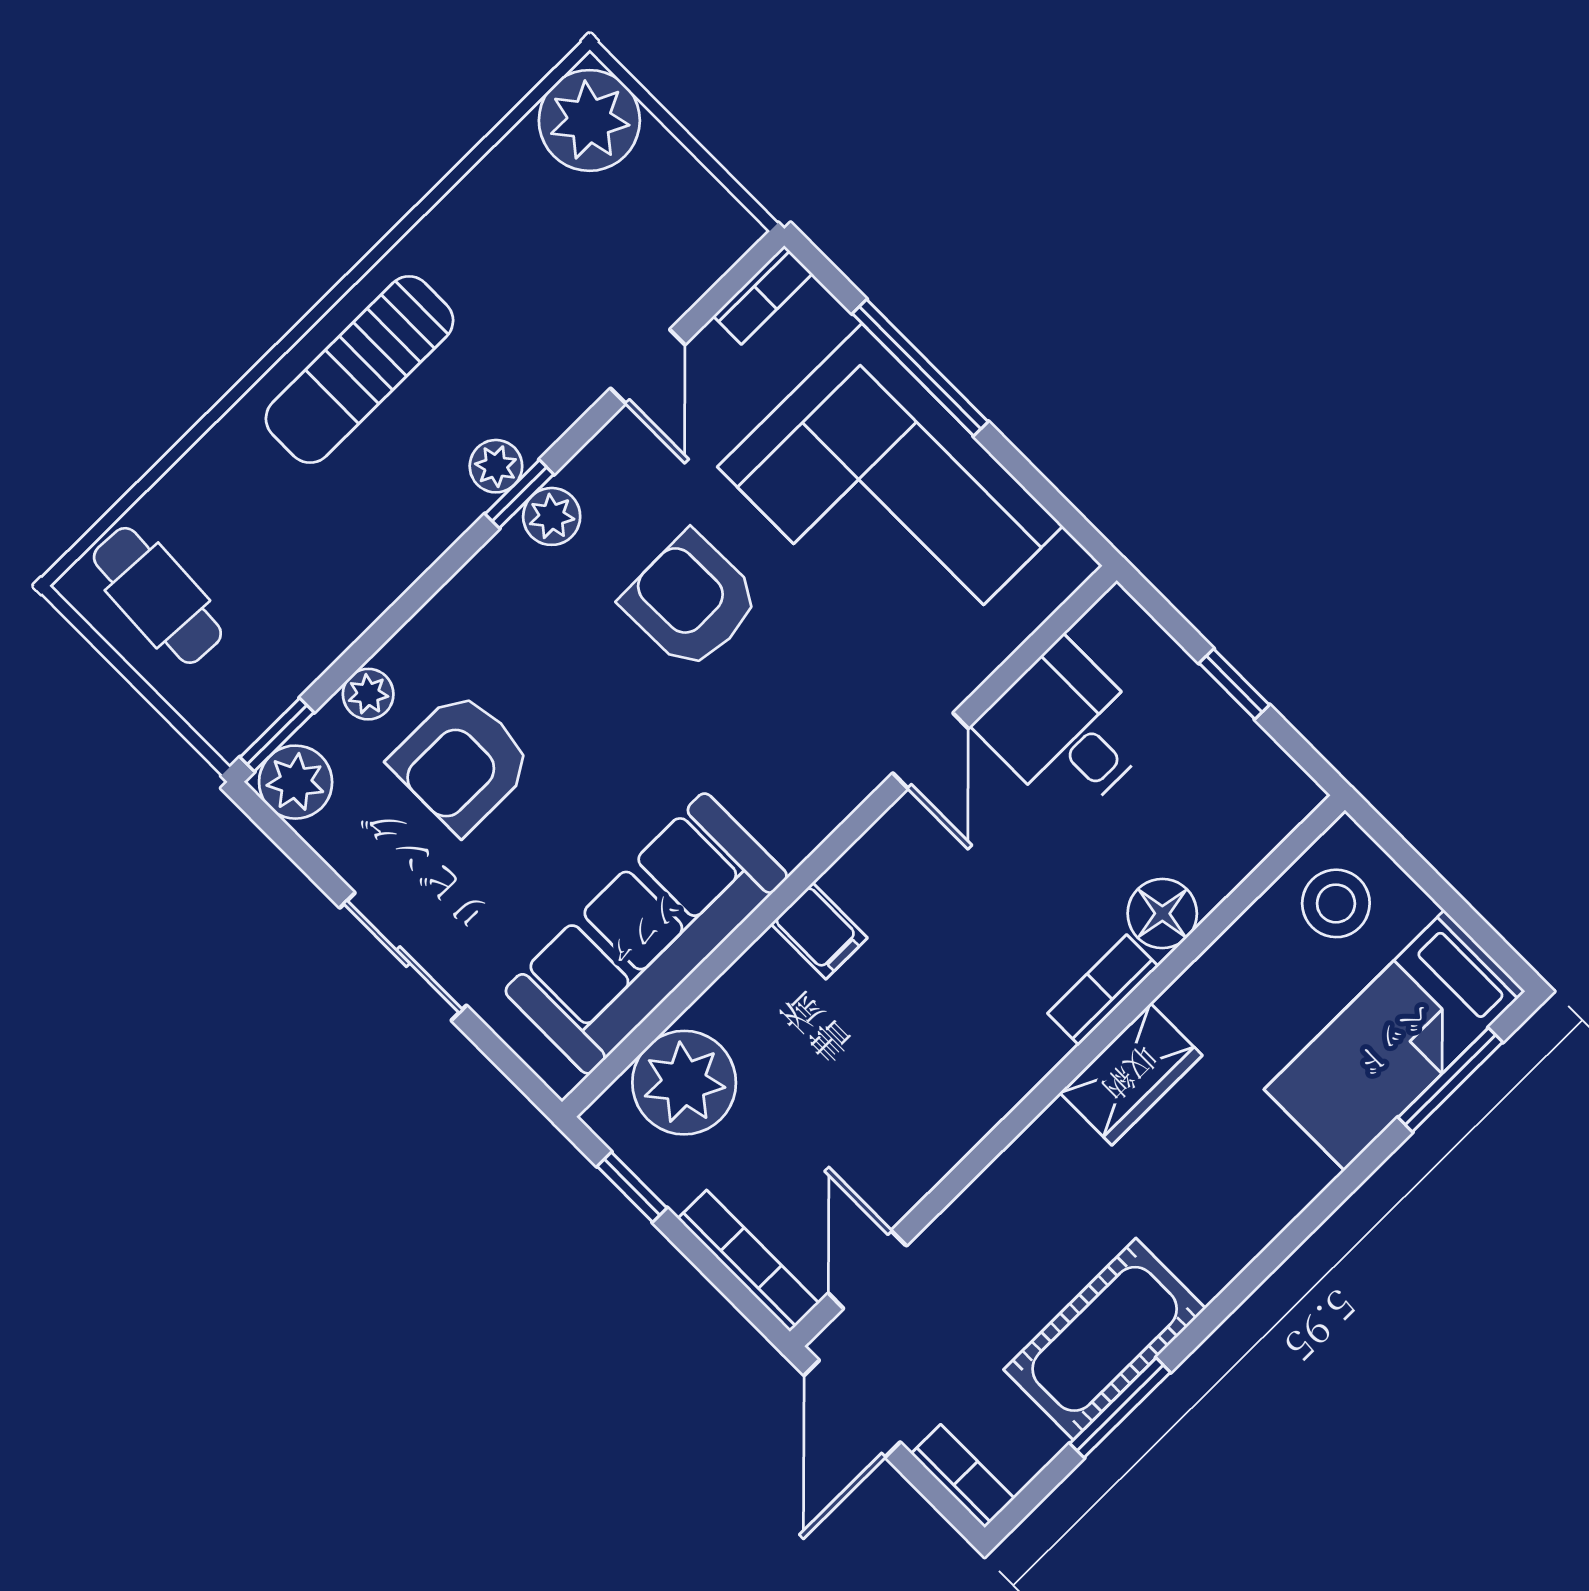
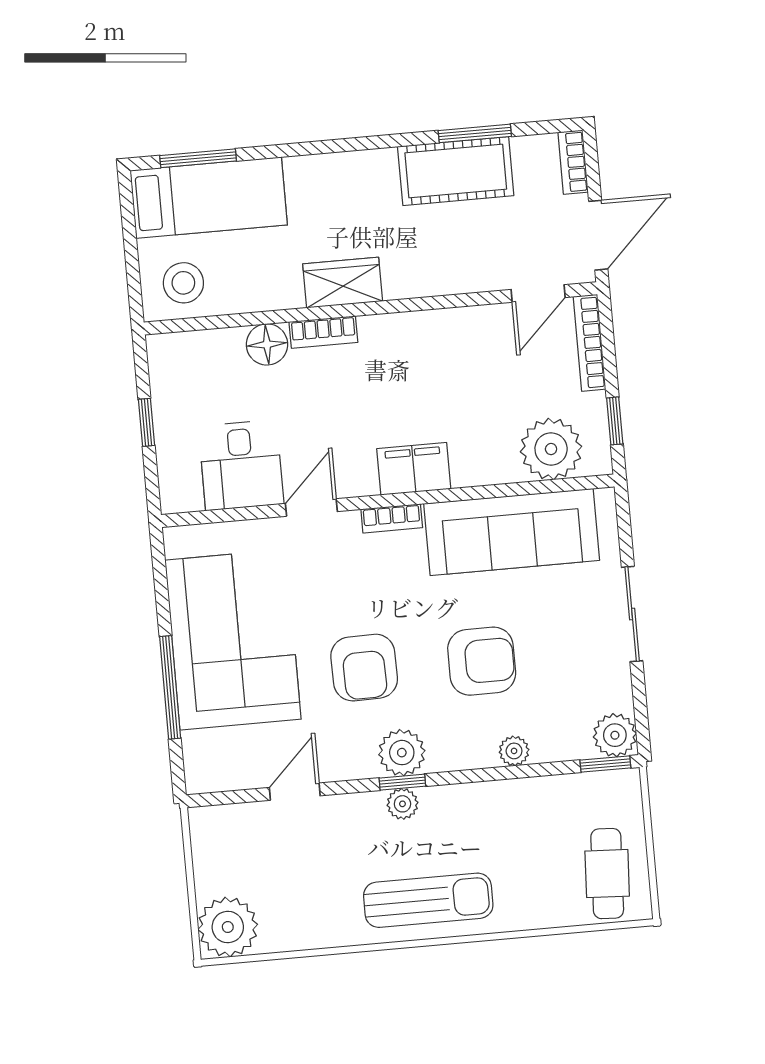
bookcase: (763, 295) -> (392, 518), moved, turned 180
plant: (552, 516) -> (402, 753), width x1.38, depth x1.38
plant: (368, 694) -> (514, 751), moved
armchair: (462, 762) -> (482, 661), moved
filing cabinet: (819, 931) -> (414, 469), width x2.00

